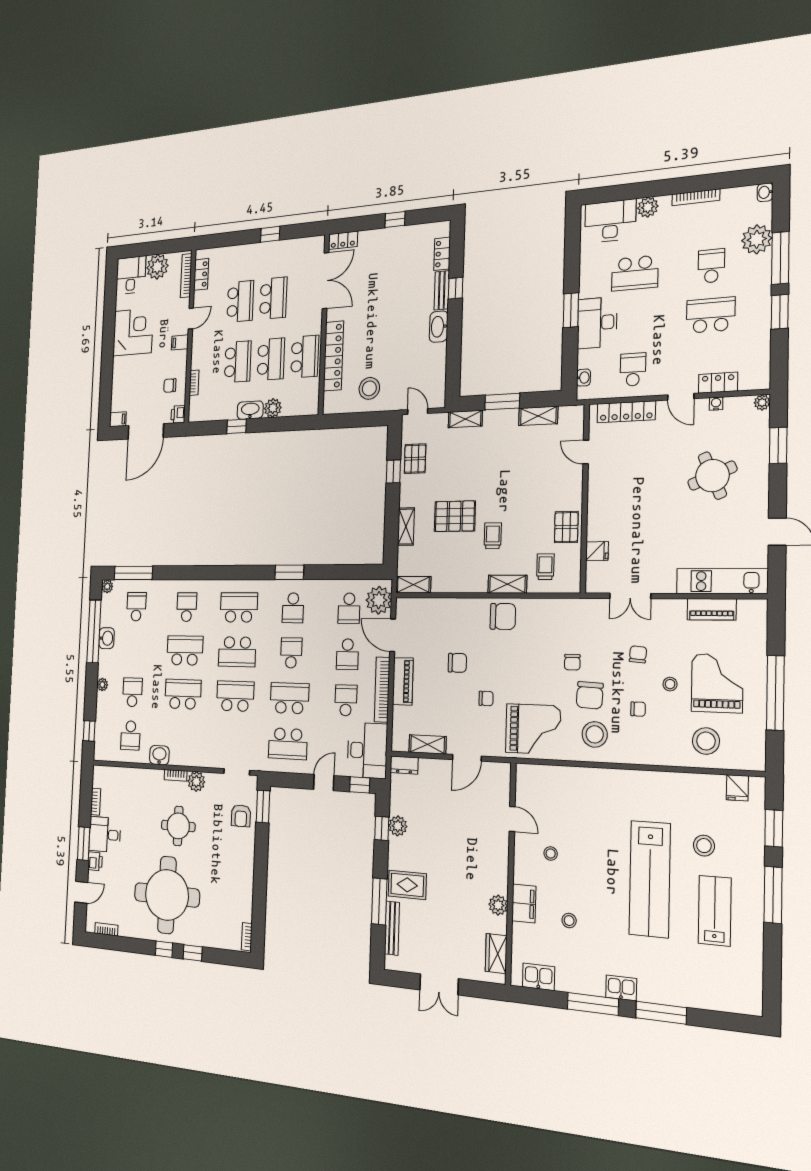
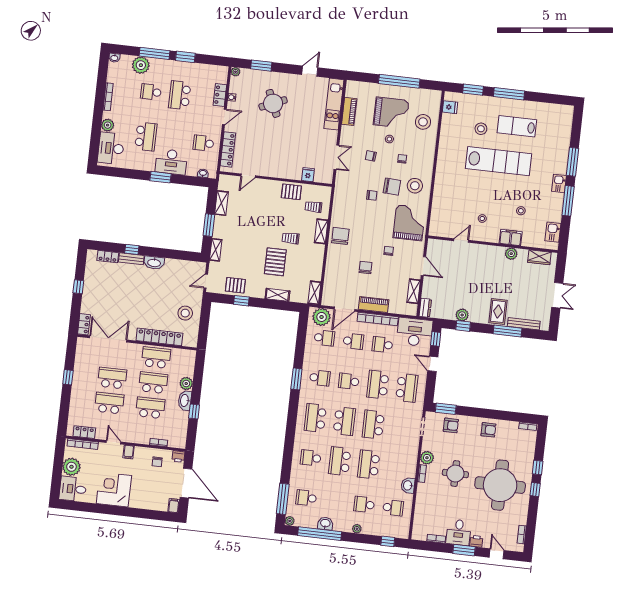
grand piano: (717, 683) -> (391, 113), turned 180
armchair: (238, 875) -> (488, 430), added

